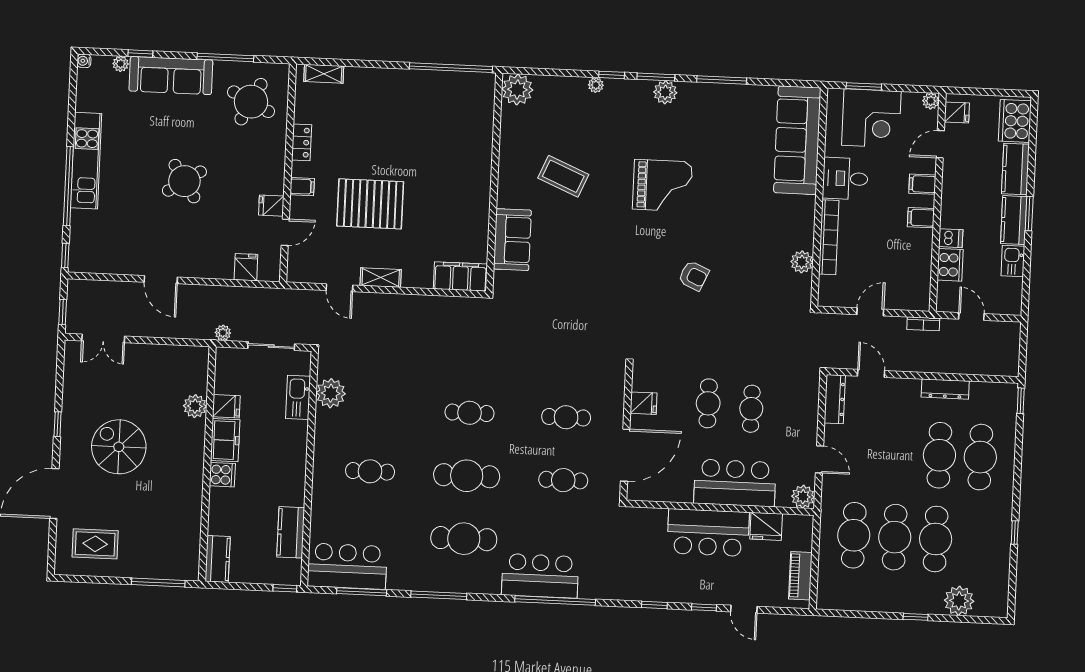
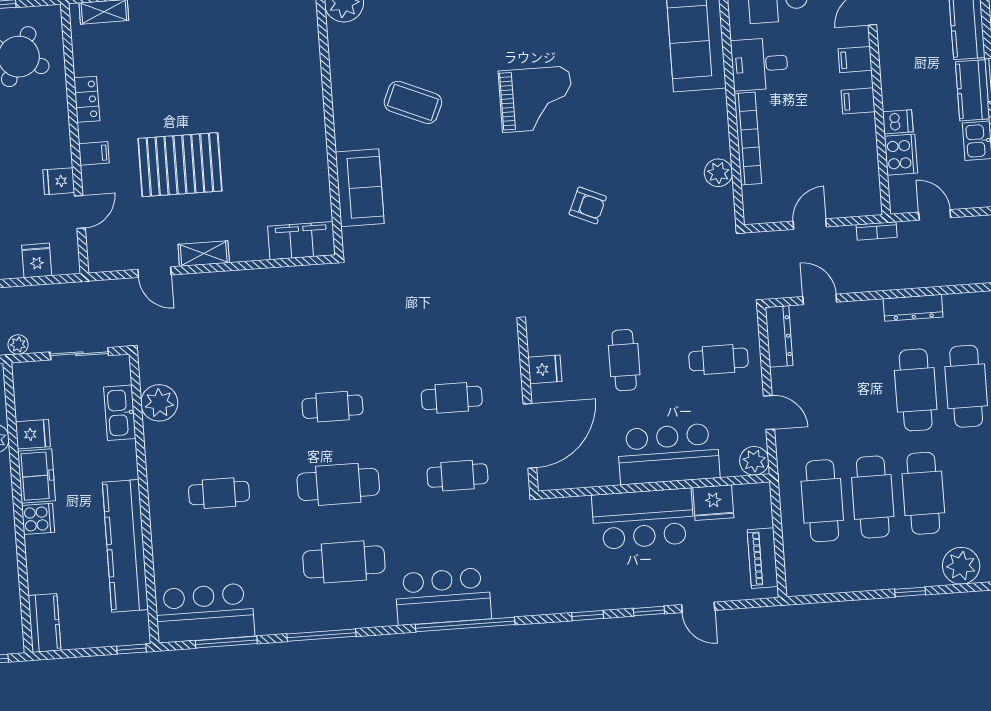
cafe table: (751, 409) -> (719, 359), moved, turned 90
kitchen counter: (291, 532) -> (125, 546), width x2.08, depth x1.17

